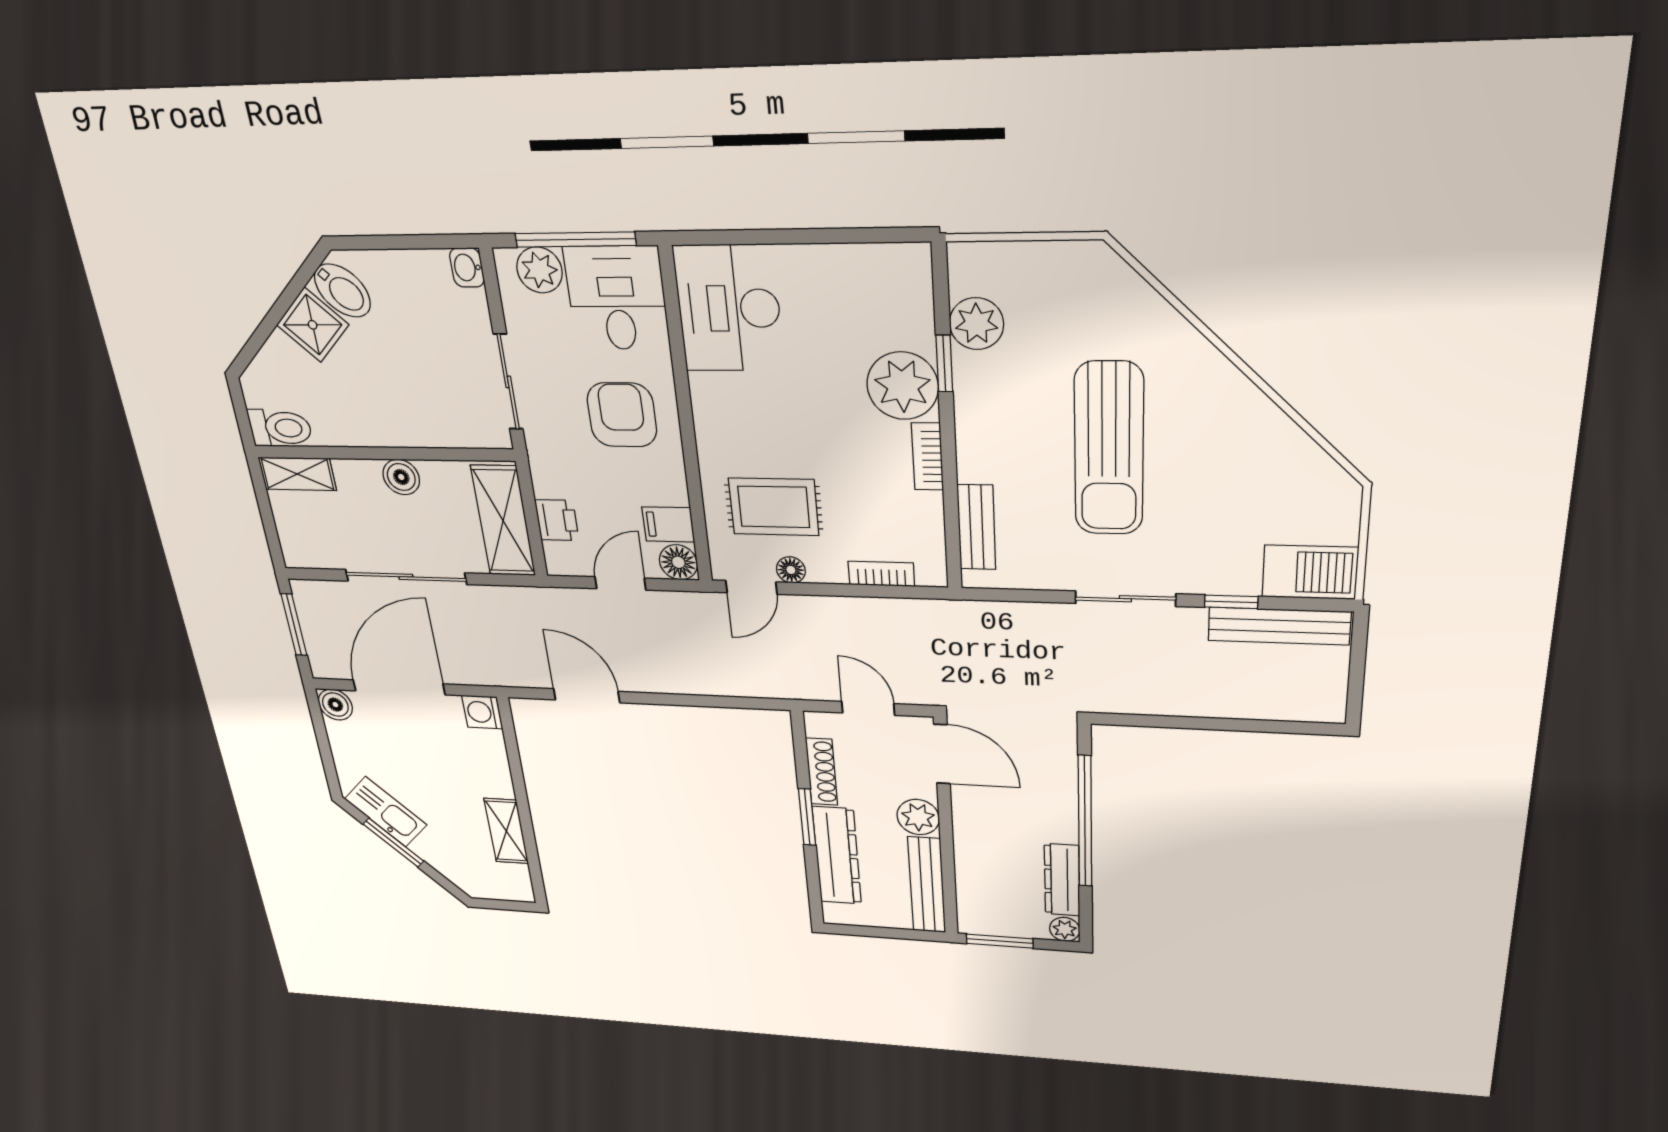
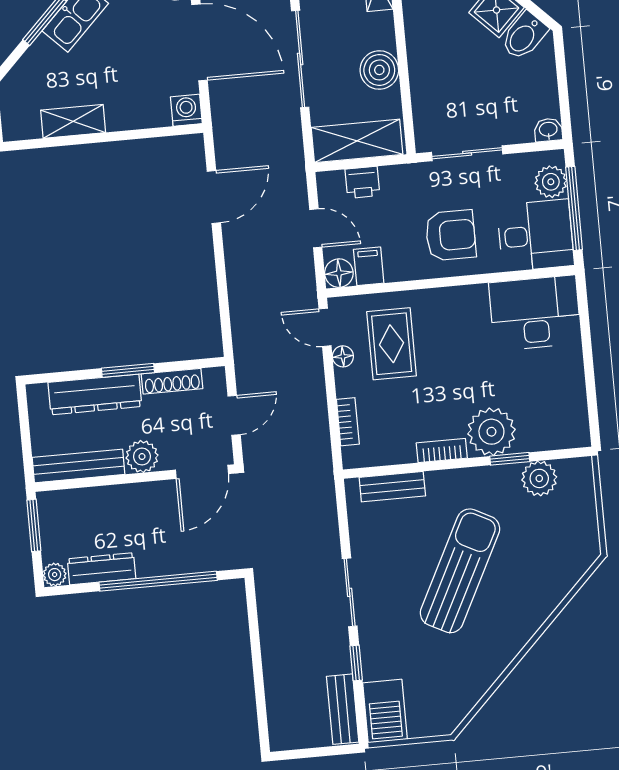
sun lounger: (1109, 449) -> (460, 571), turned 117
boiler: (401, 477) -> (379, 70), width x1.36, depth x1.36
bench: (1279, 626) -> (343, 709), width x0.73

